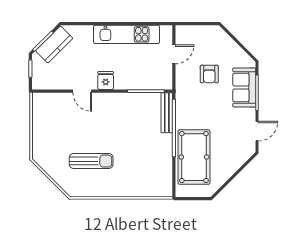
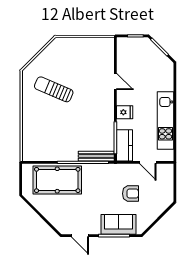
kitchen counter: (54, 45) -> (125, 145), moved, turned -135
armchair: (209, 74) -> (130, 194), turned 180
fridge: (106, 81) -> (125, 112), moved
door: (82, 91) -> (115, 81), swing flipped
sun lounger: (91, 161) -> (54, 89), turned 113

